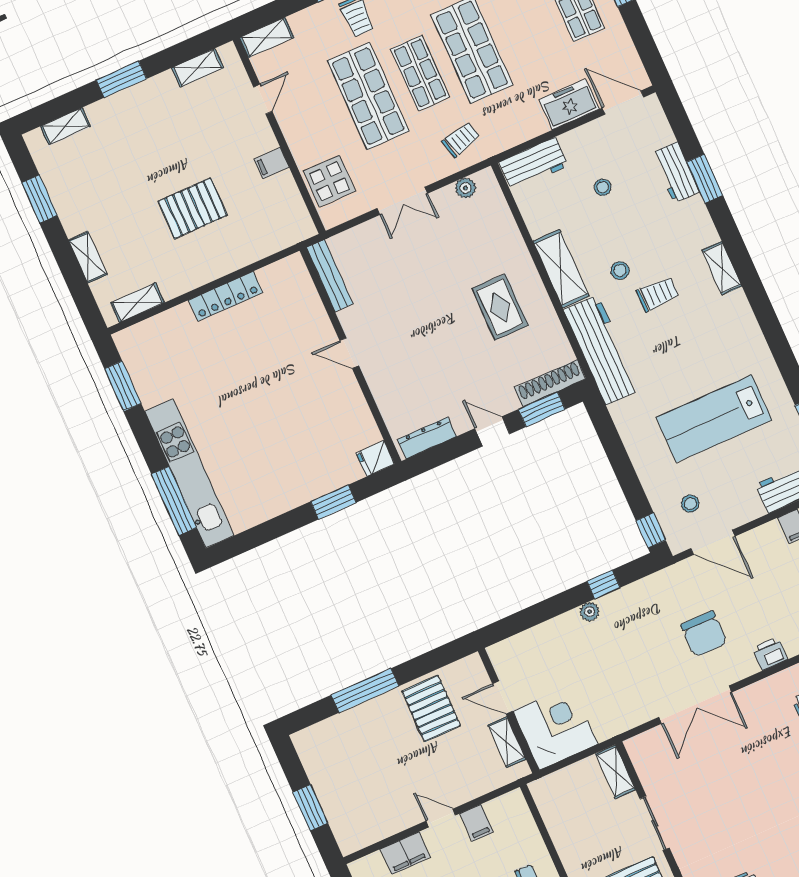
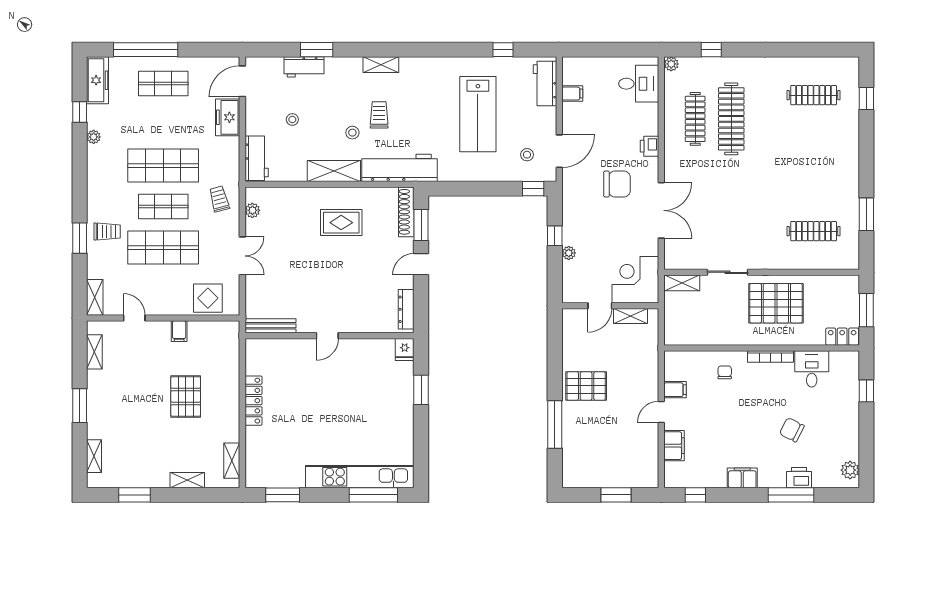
door: (503, 697) -> (600, 306), moved
wall: (508, 711) -> (610, 306), moved
corner desk: (555, 728) -> (635, 280), moved
shelving: (507, 742) -> (631, 316), moved

